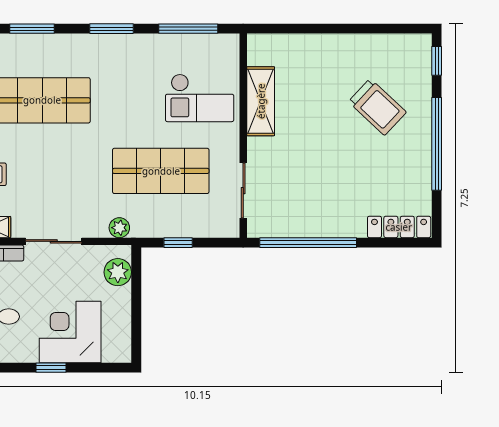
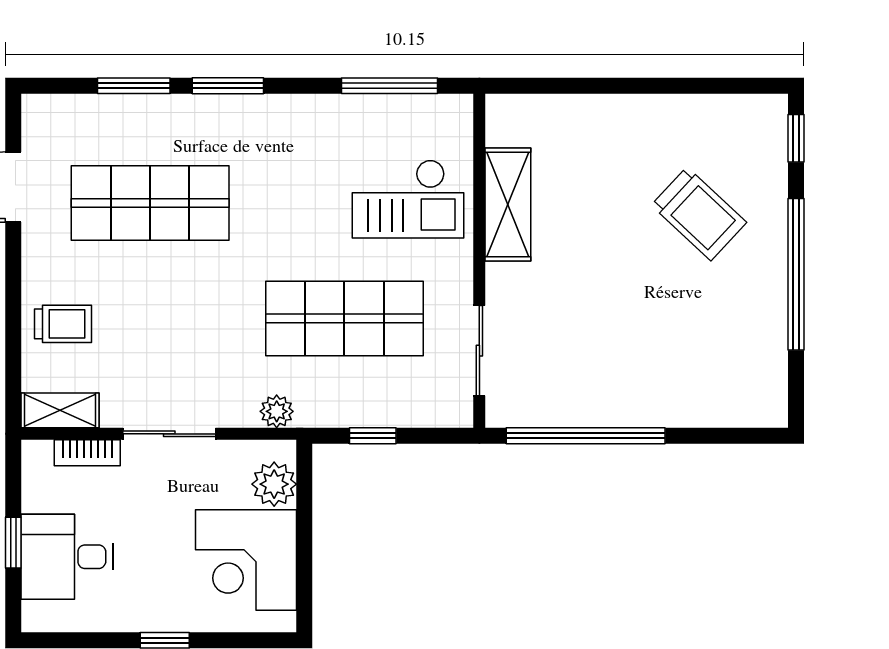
window: (111, 29) -> (228, 86), moved
locker: (399, 227) -> (734, 410), removed
corner desk: (70, 332) -> (246, 560), moved, turned -90

